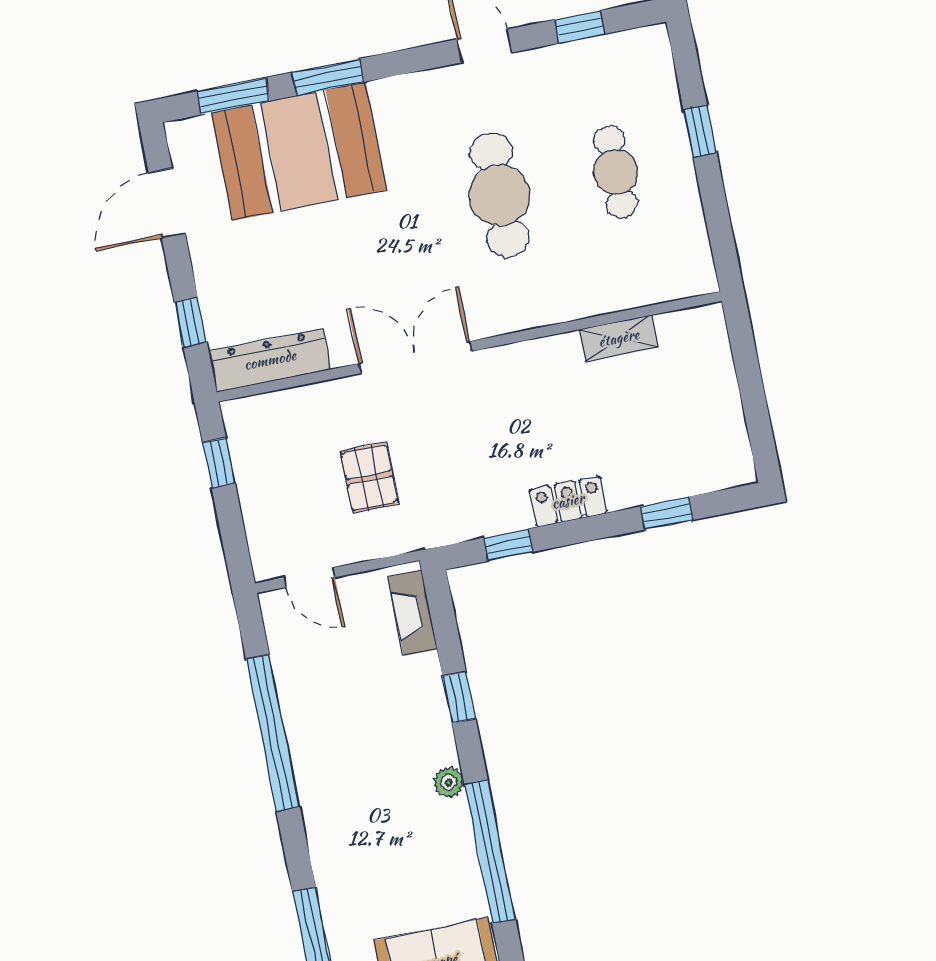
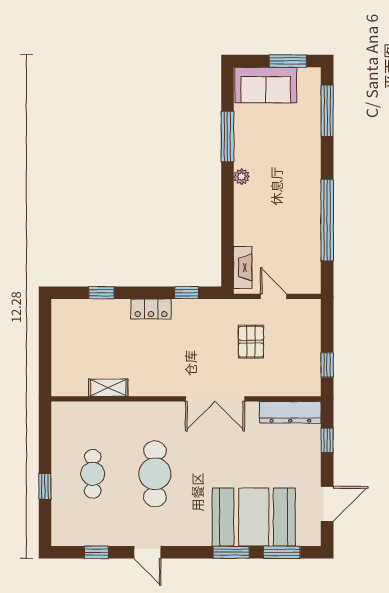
door: (309, 577) -> (274, 296), moved
window: (459, 698) -> (227, 219), removed
window: (490, 852) -> (227, 137), width x0.68

